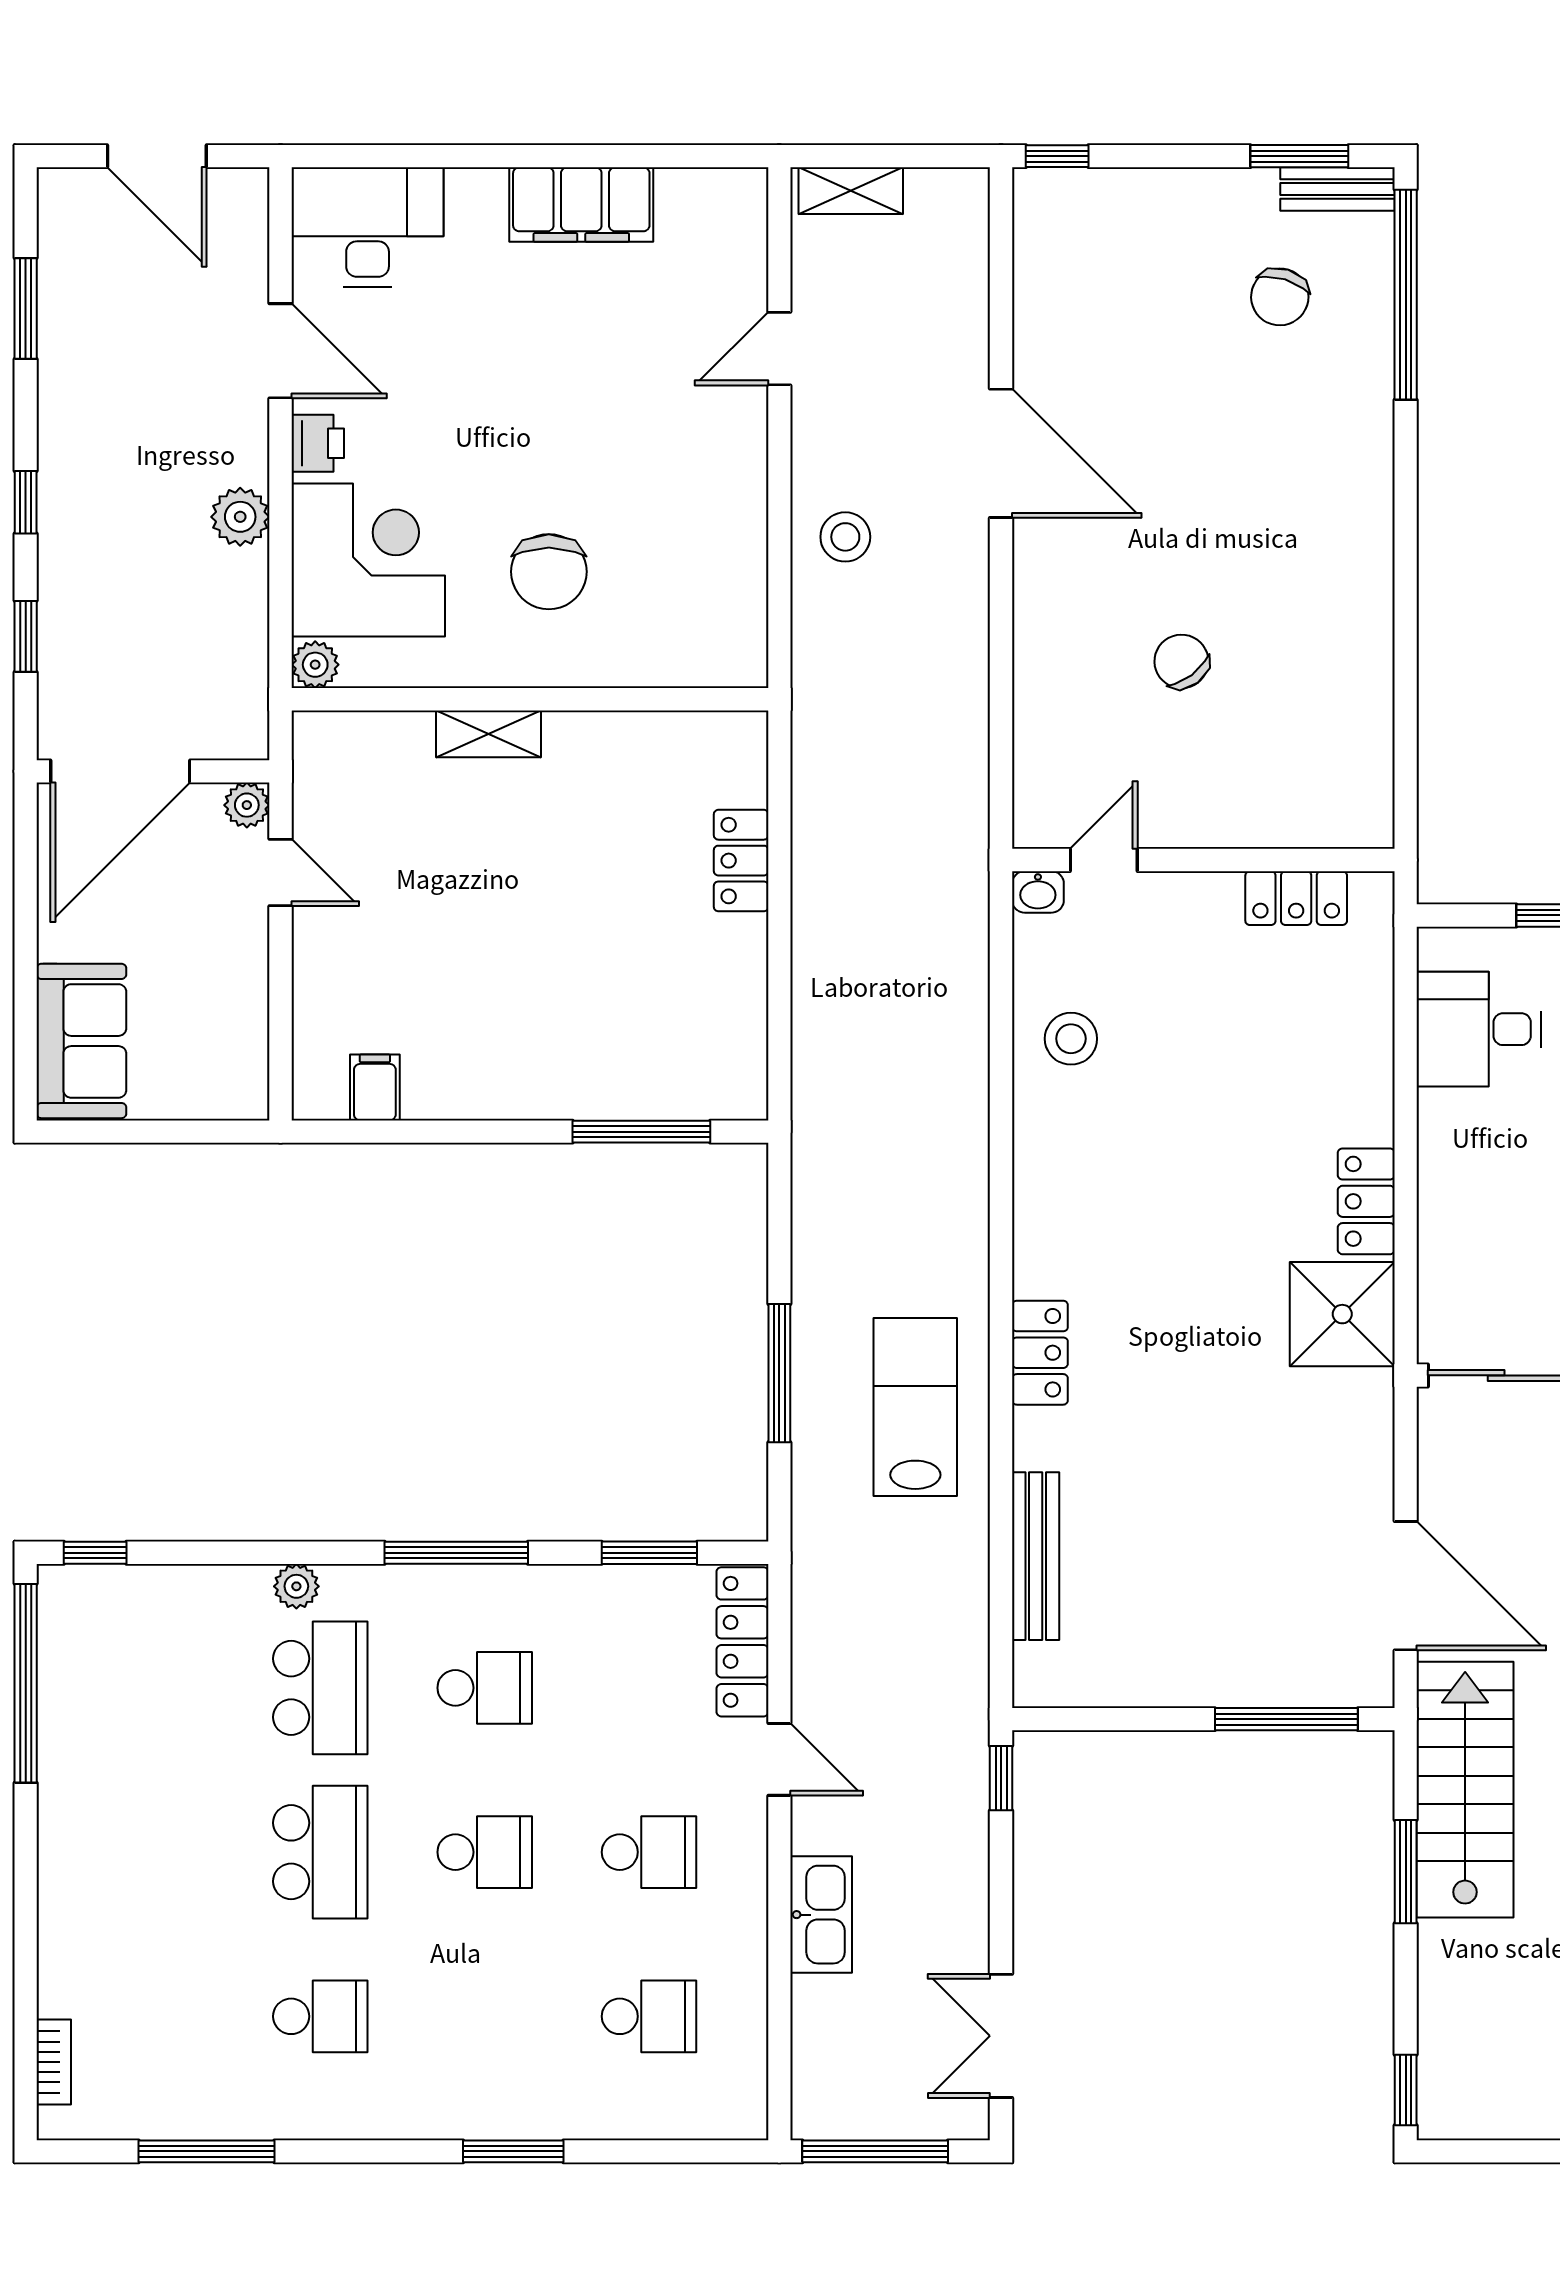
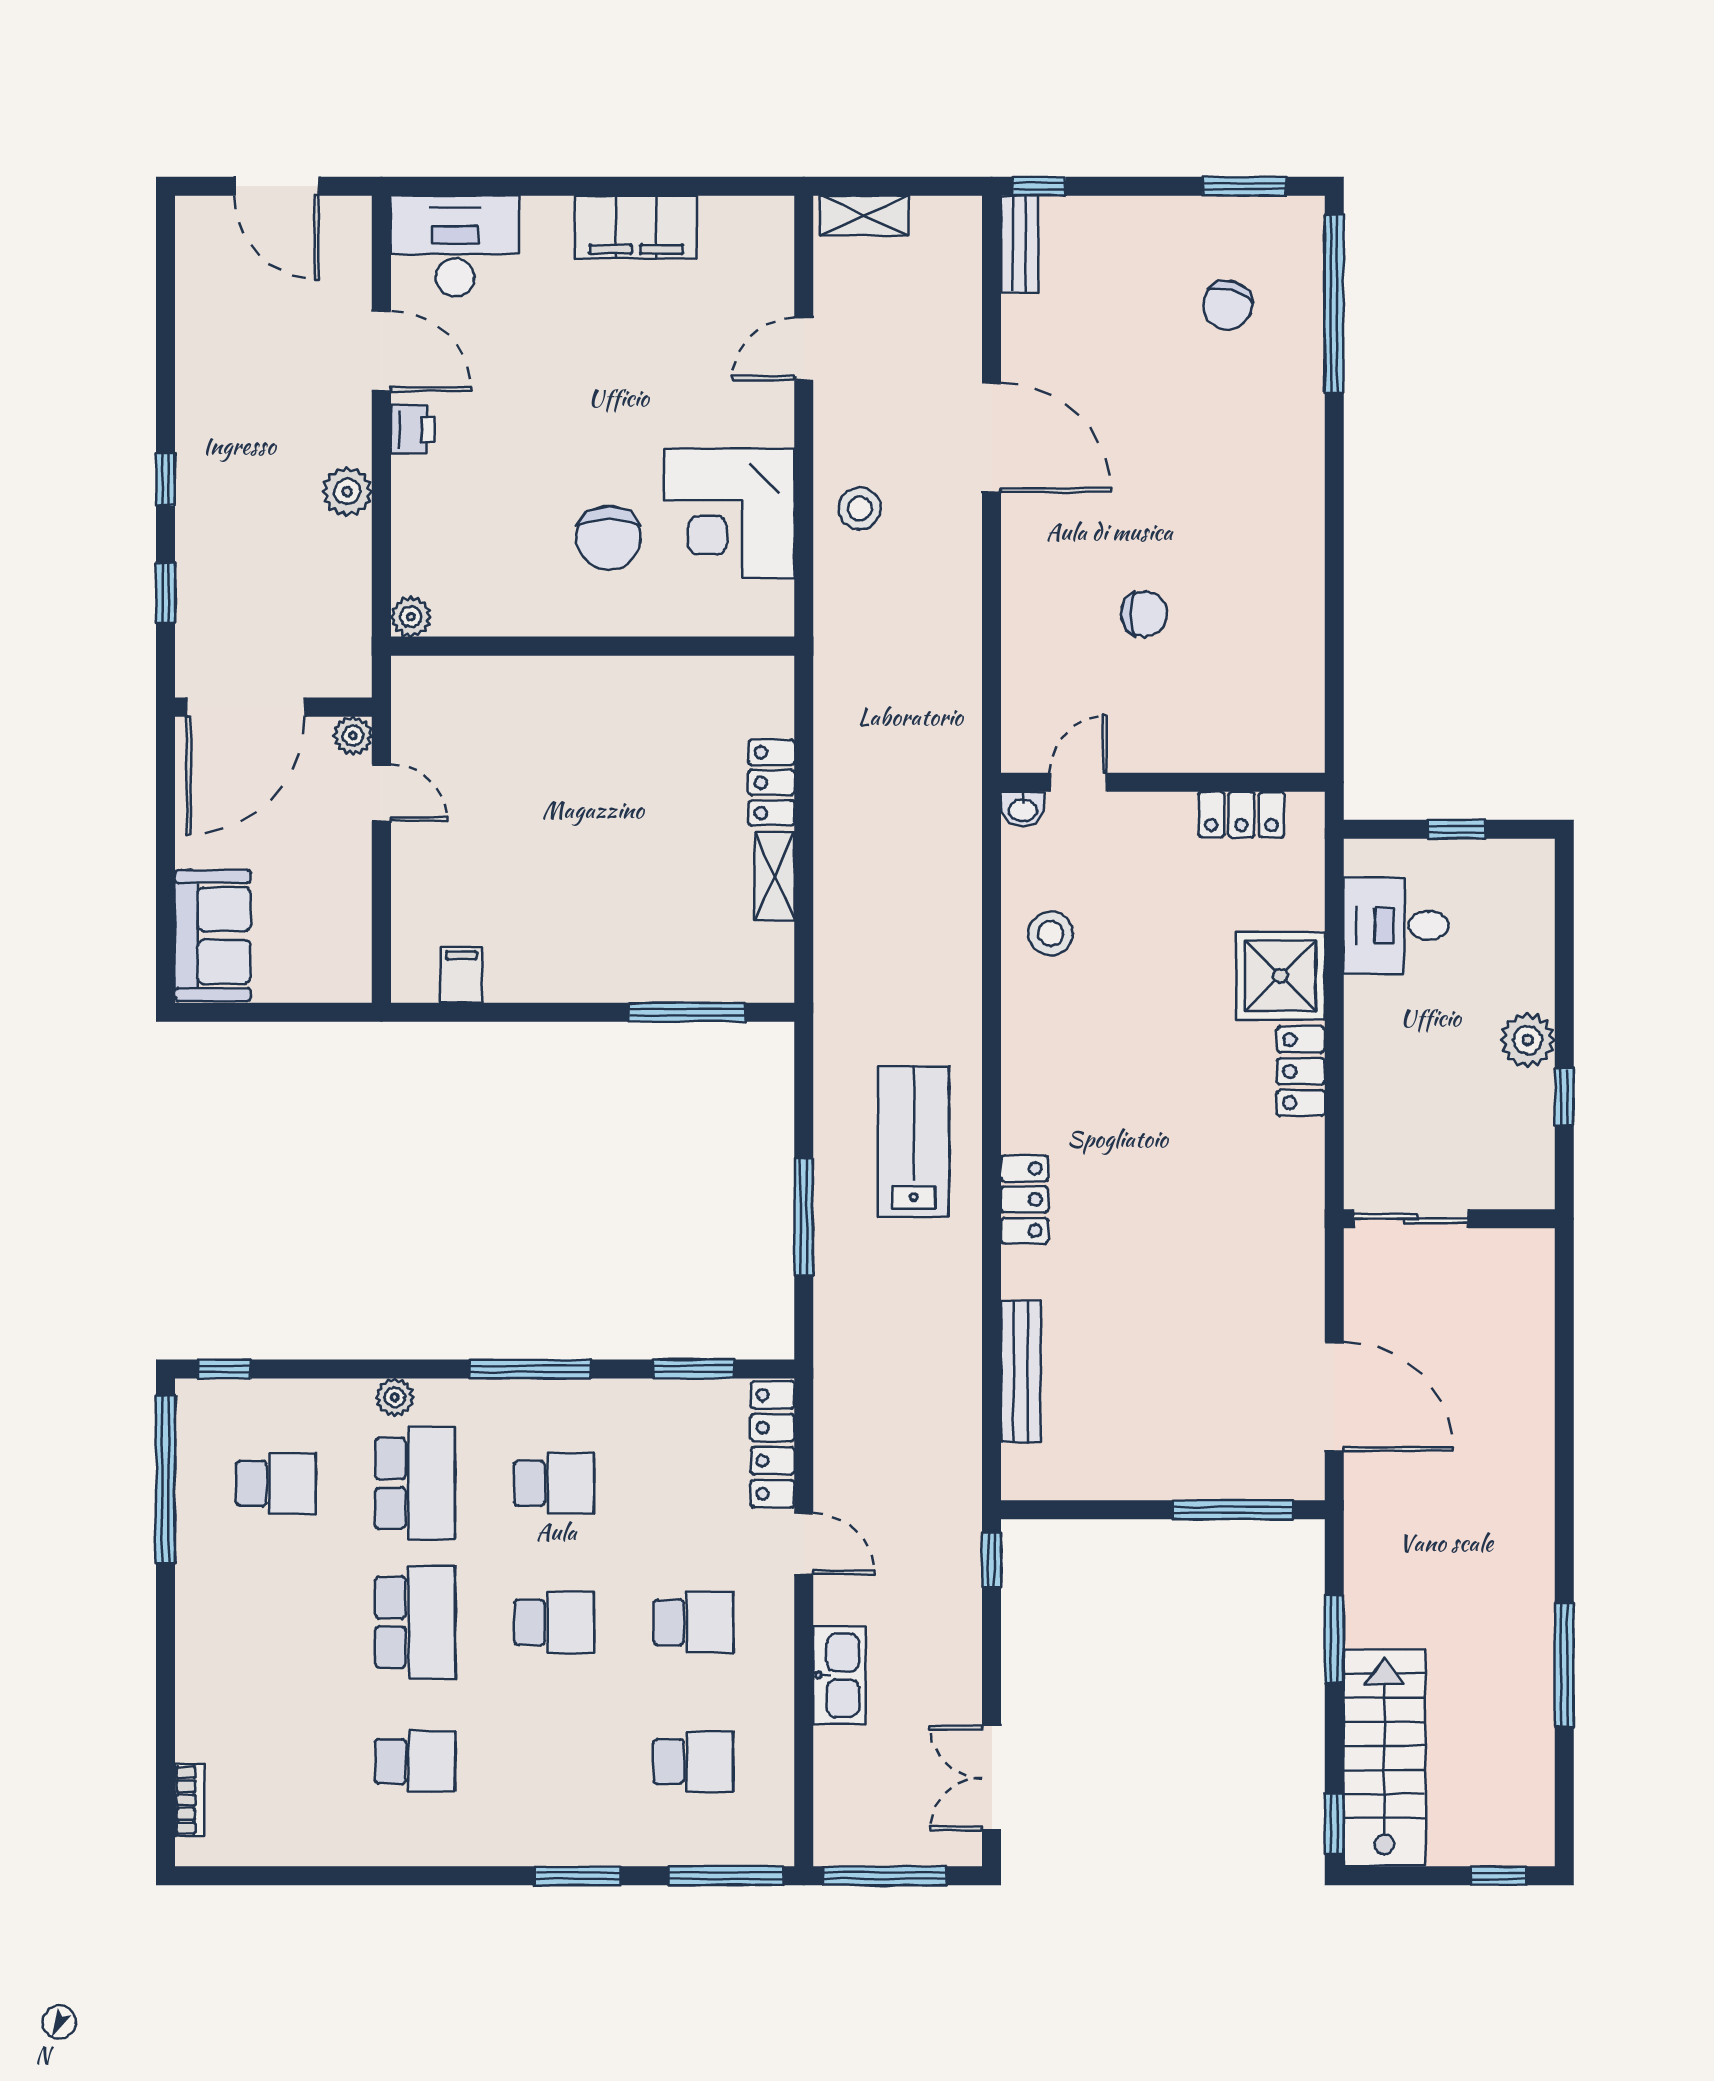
bench: (1337, 189) -> (1019, 244), moved, turned 90
window: (26, 309) -> (165, 315), removed
corner desk: (368, 560) -> (730, 513), moved, turned 180
chair: (1181, 661) -> (1144, 614), turned 127
shelving: (488, 734) -> (774, 876), moved, turned 90
shower: (1342, 1314) -> (1280, 976), moved
lab bench: (915, 1407) -> (914, 1141), moved
school desk: (156, 1688) -> (276, 1483), added
stairs: (1465, 1790) -> (1384, 1758), moved
window: (207, 2151) -> (726, 1876), moved

